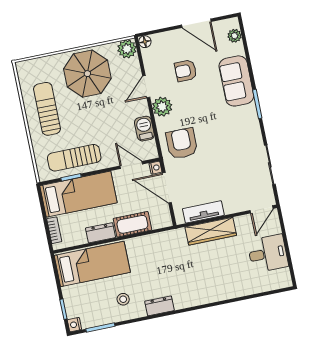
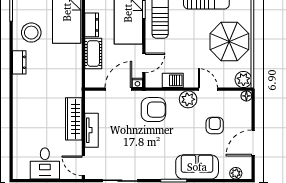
tv unit: (203, 212) -> (91, 130), moved
stool: (123, 299) -> (31, 33), width x1.89, depth x1.89

